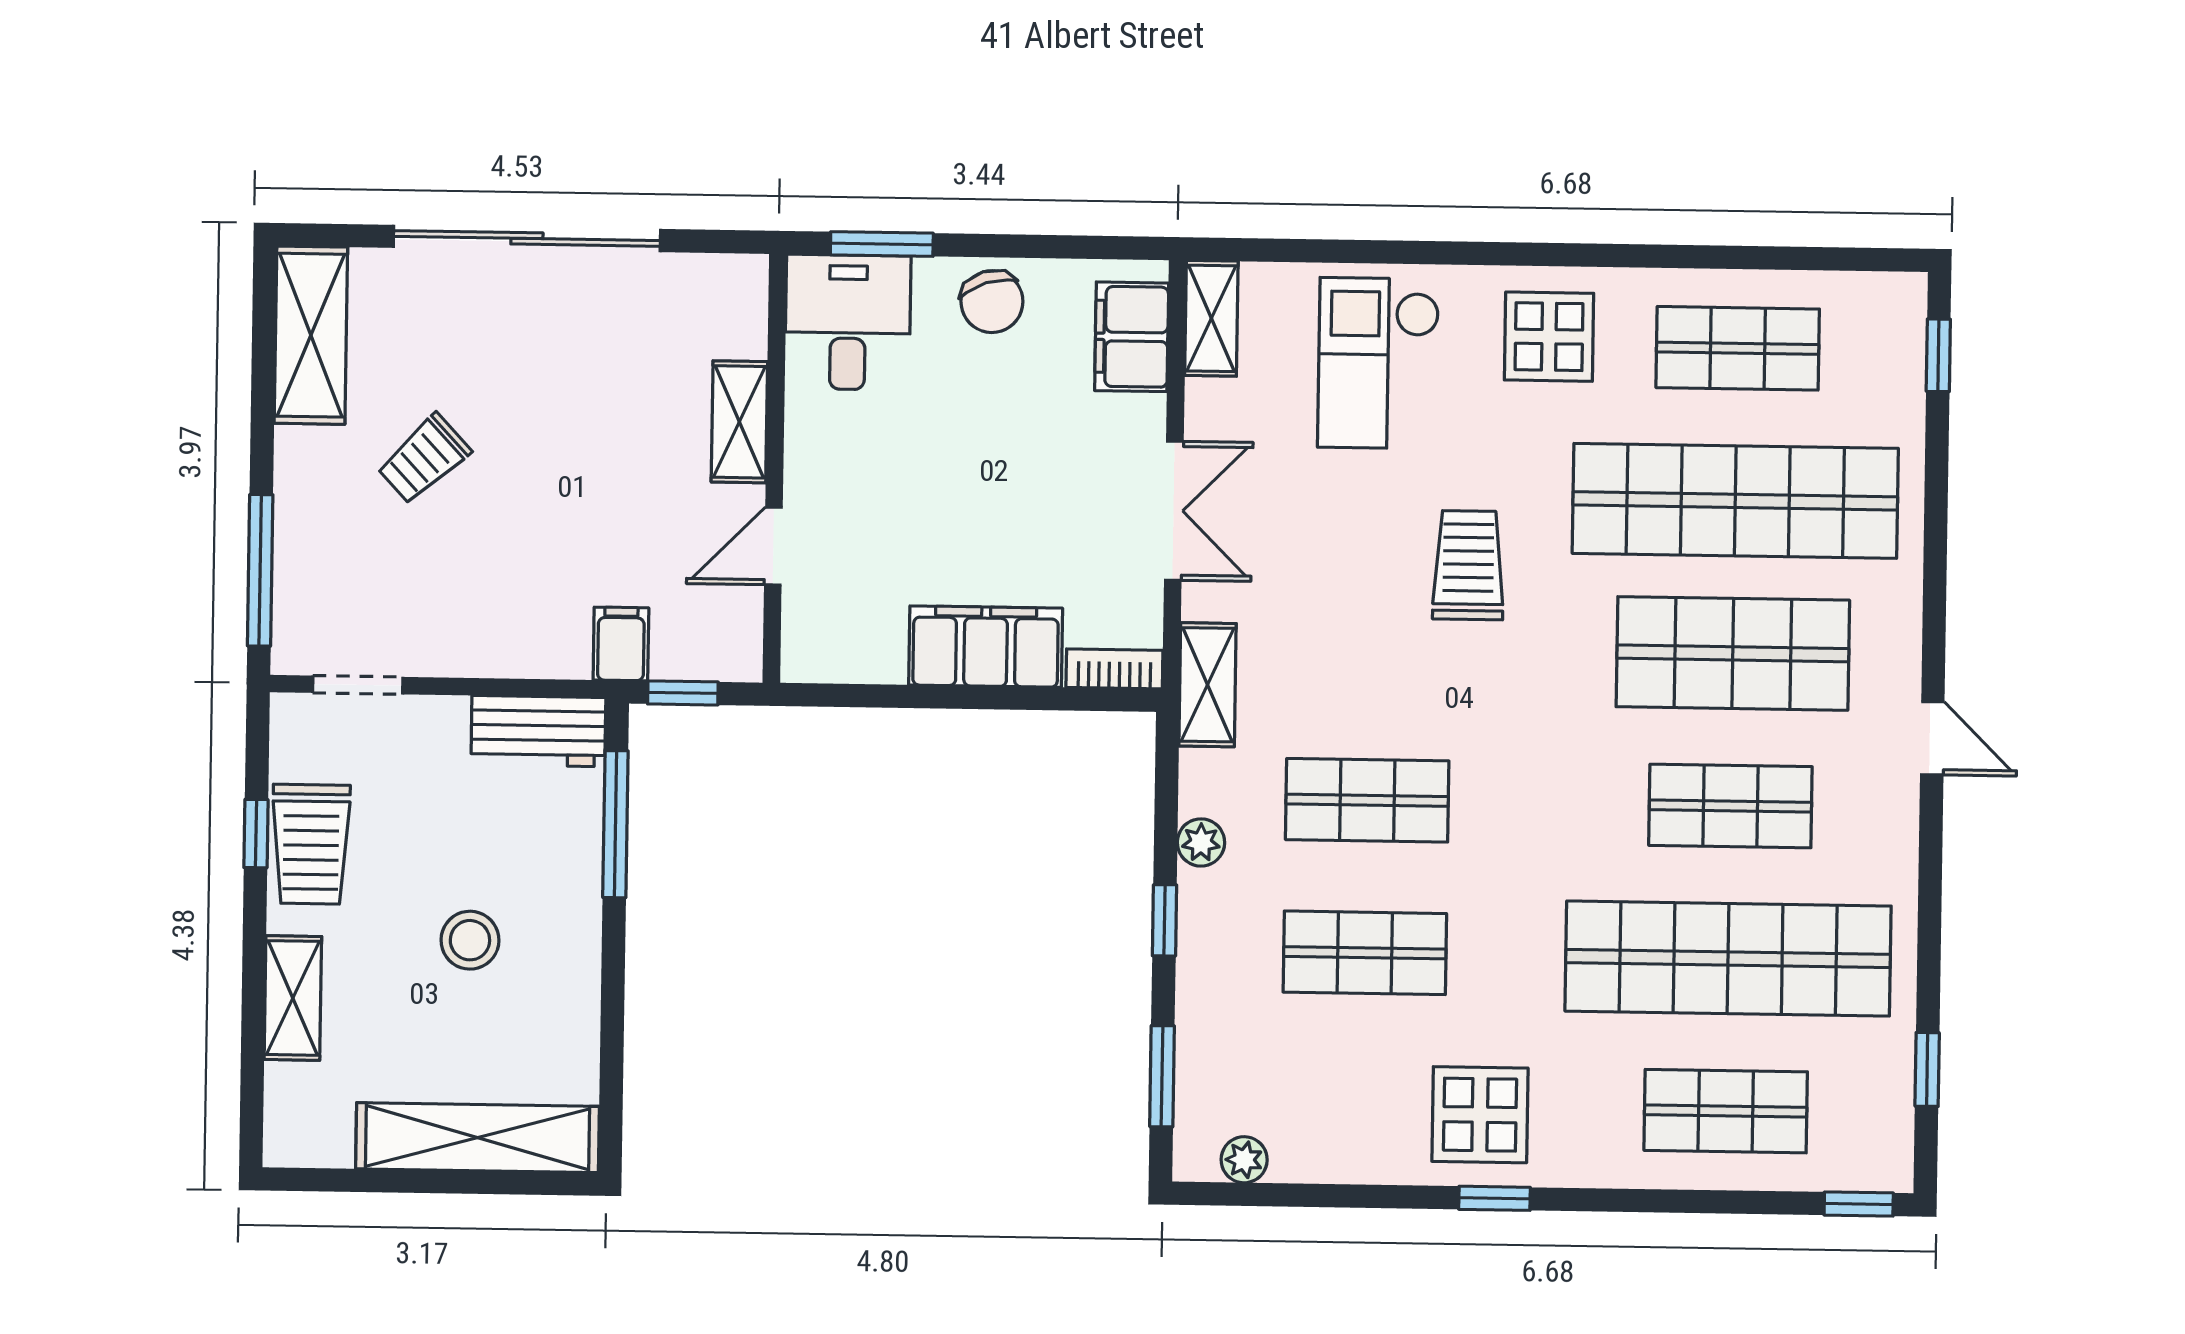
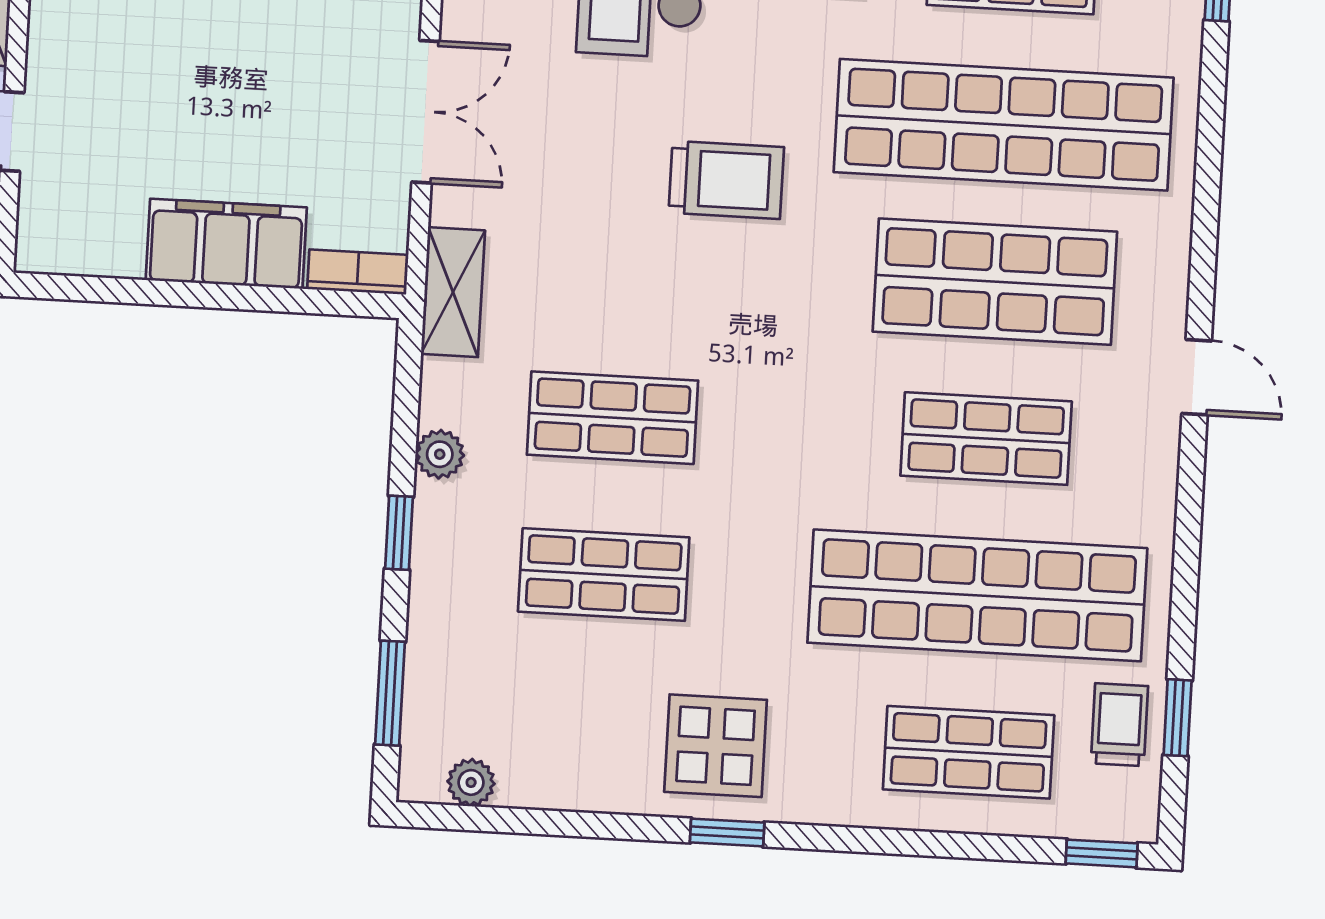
trolley: (1468, 565) -> (726, 180), turned 90
trolley: (1871, 1078) -> (1119, 725), added

